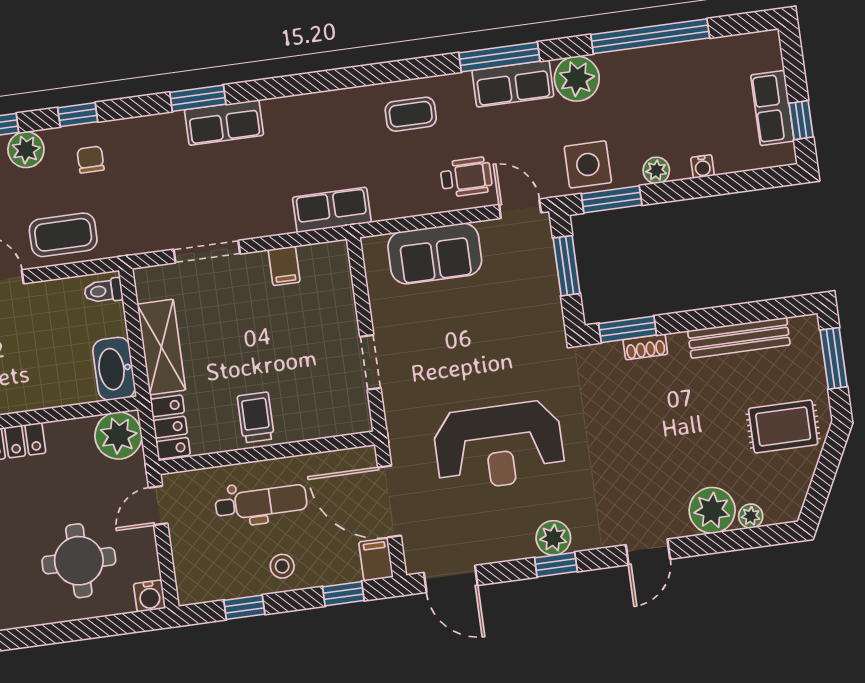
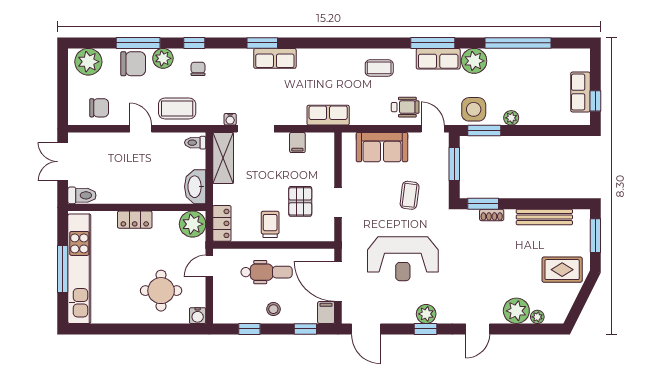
water cooler: (703, 167) -> (230, 119), moved
coffee table: (495, 332) -> (410, 195), added
shelving: (161, 347) -> (223, 158), moved
pallet: (303, 369) -> (300, 201), added

